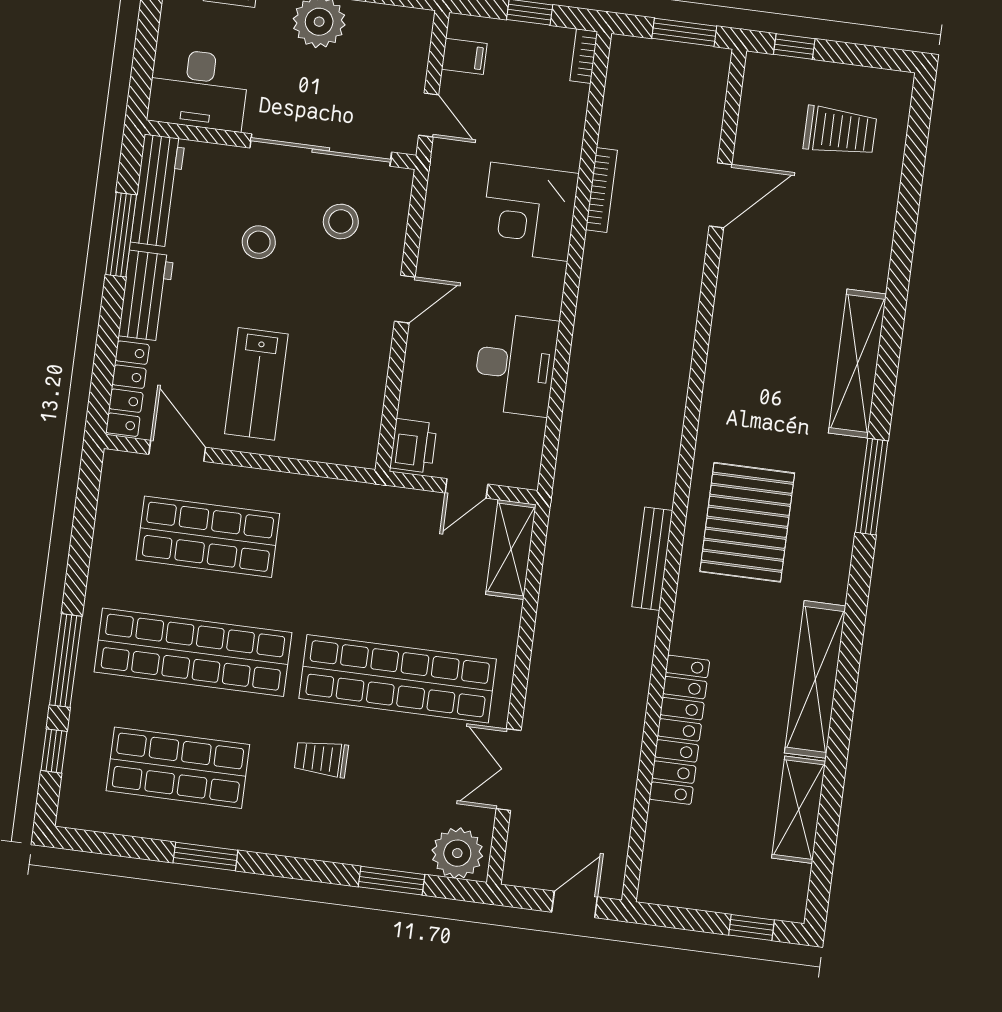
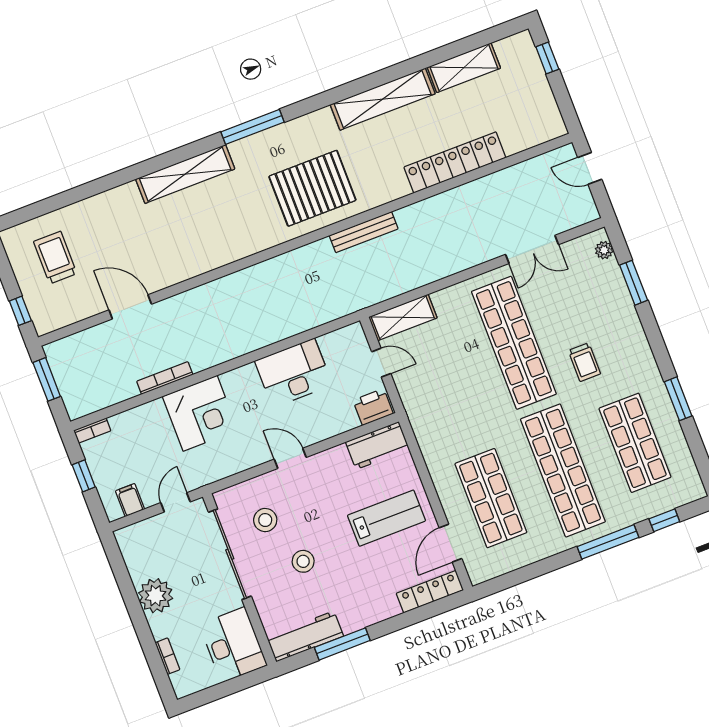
workbench: (146, 296) -> (377, 446), moved, turned 180
plant: (457, 853) -> (604, 250), width x0.53, depth x0.53

